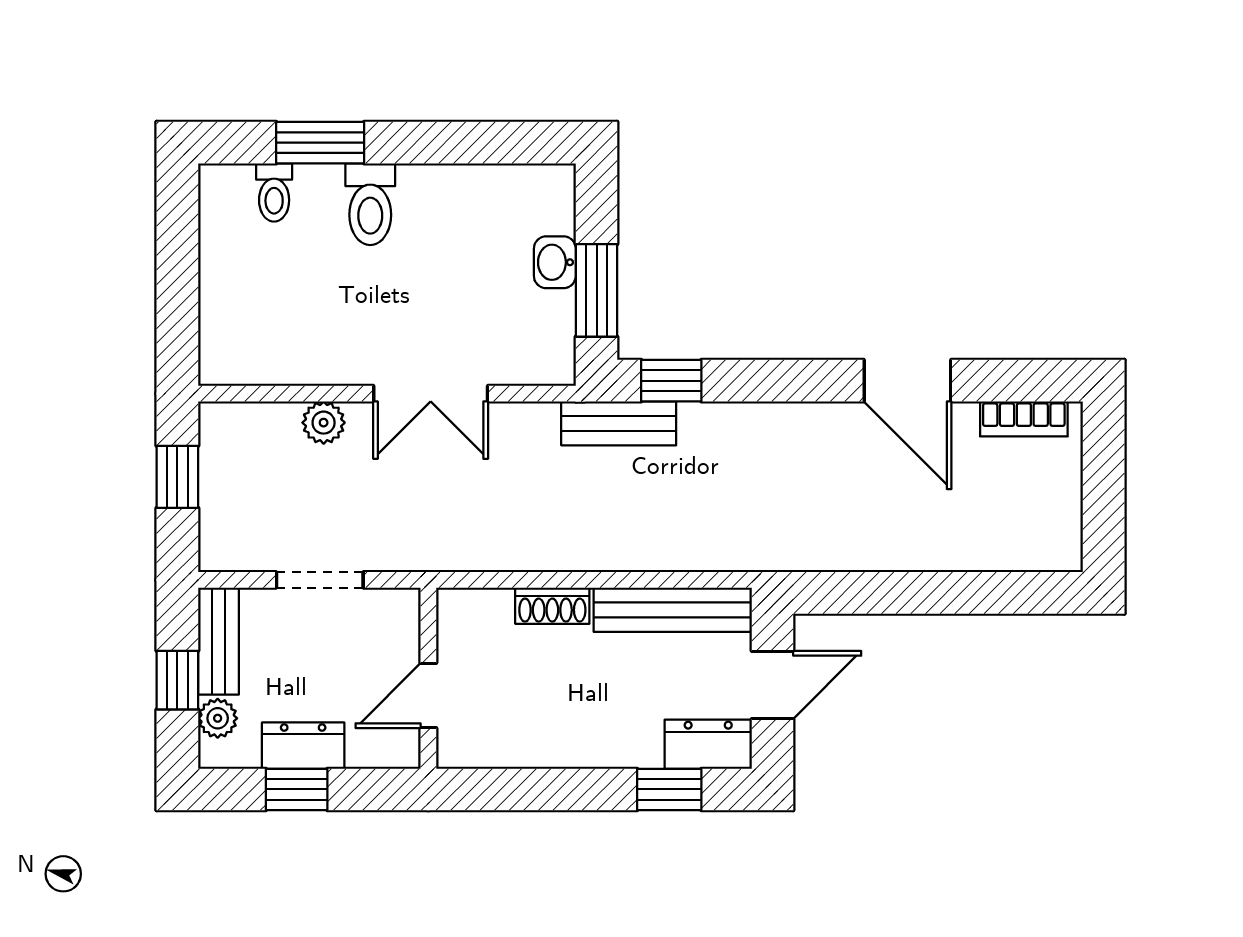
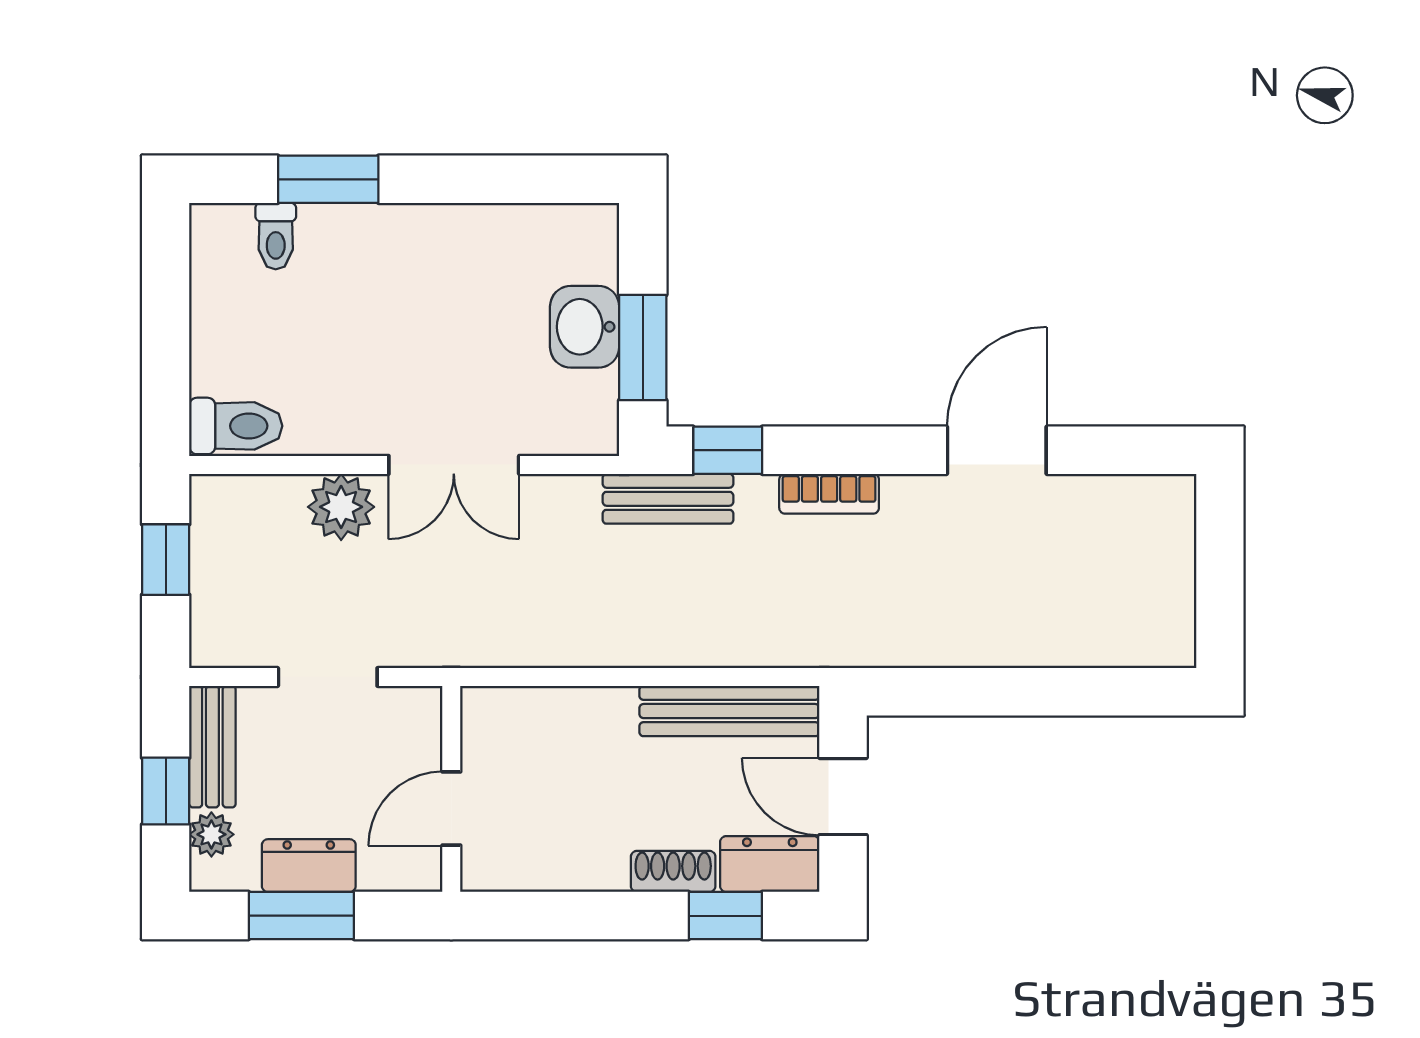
toilet: (370, 204) -> (236, 426), moved, turned -90
washbasin: (555, 262) -> (585, 327), width x1.38, depth x1.45
door: (908, 381) -> (997, 450), swing flipped
bookcase: (1024, 419) -> (829, 494), moved
plant: (324, 423) -> (341, 507), width x1.38, depth x1.38
shoe rack: (552, 606) -> (673, 871), moved, turned 180
door: (772, 685) -> (843, 797), swing flipped
window: (297, 789) -> (301, 916), width x1.50

